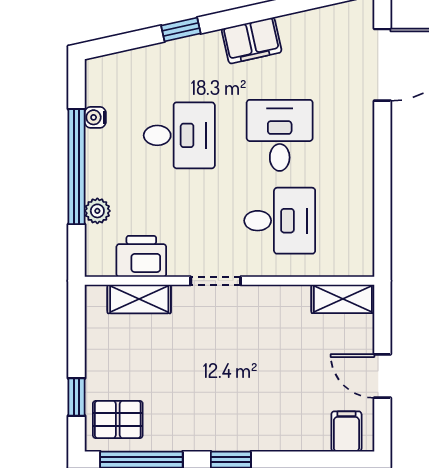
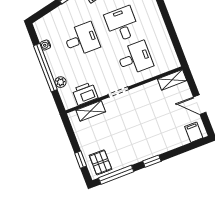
pallet: (118, 419) -> (101, 162), turned 90

